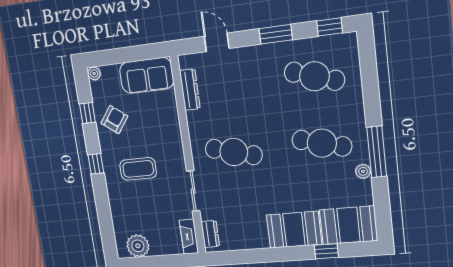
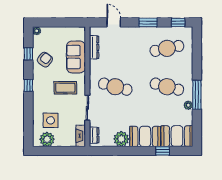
sofa: (147, 75) -> (76, 57), moved, turned 90
cafe table: (314, 76) -> (167, 48), turned -30
coffee table: (138, 169) -> (65, 88), moved
side table: (139, 216) -> (51, 120), added
plant: (255, 237) -> (121, 139), added

